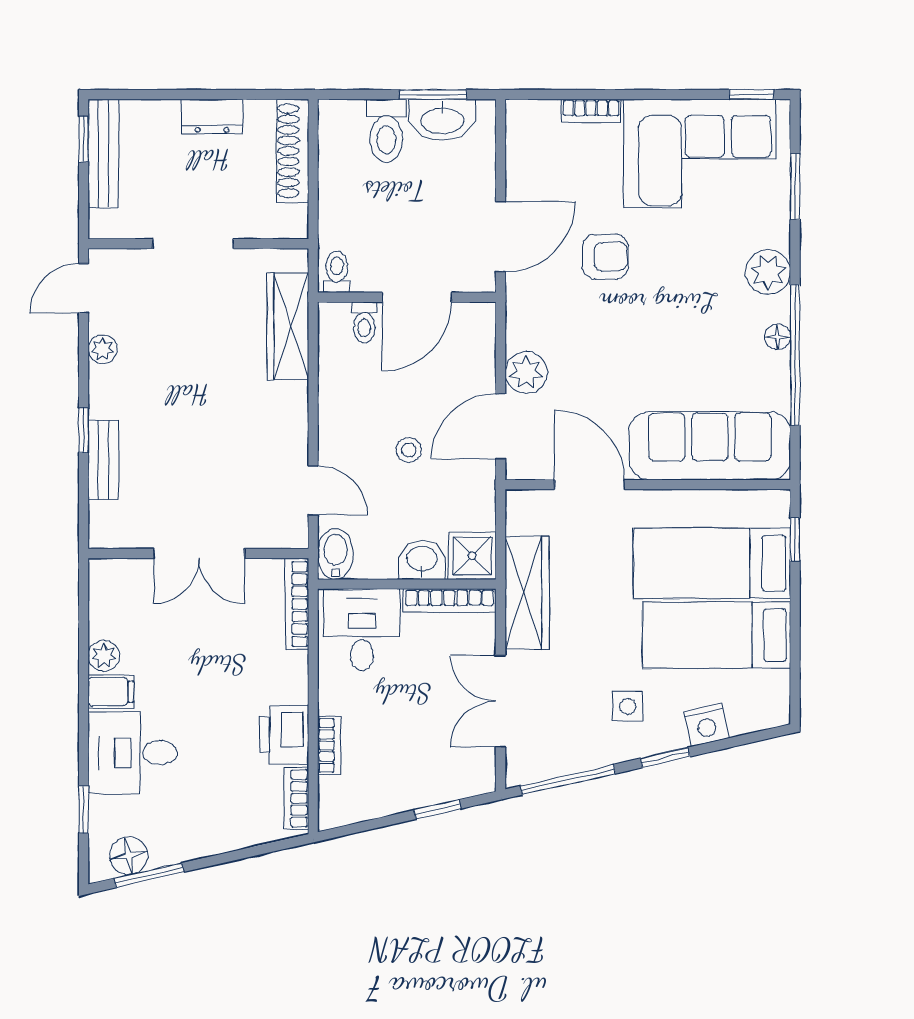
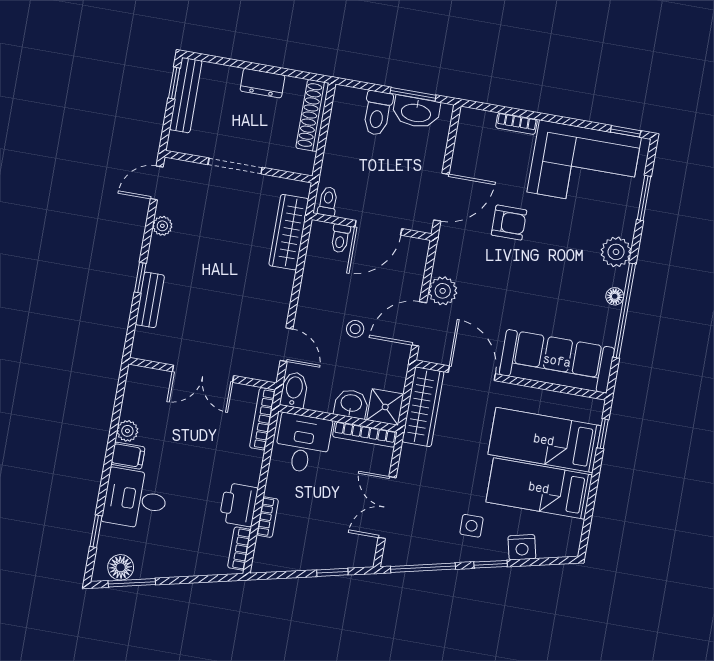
wardrobe: (527, 593) -> (423, 407), moved

